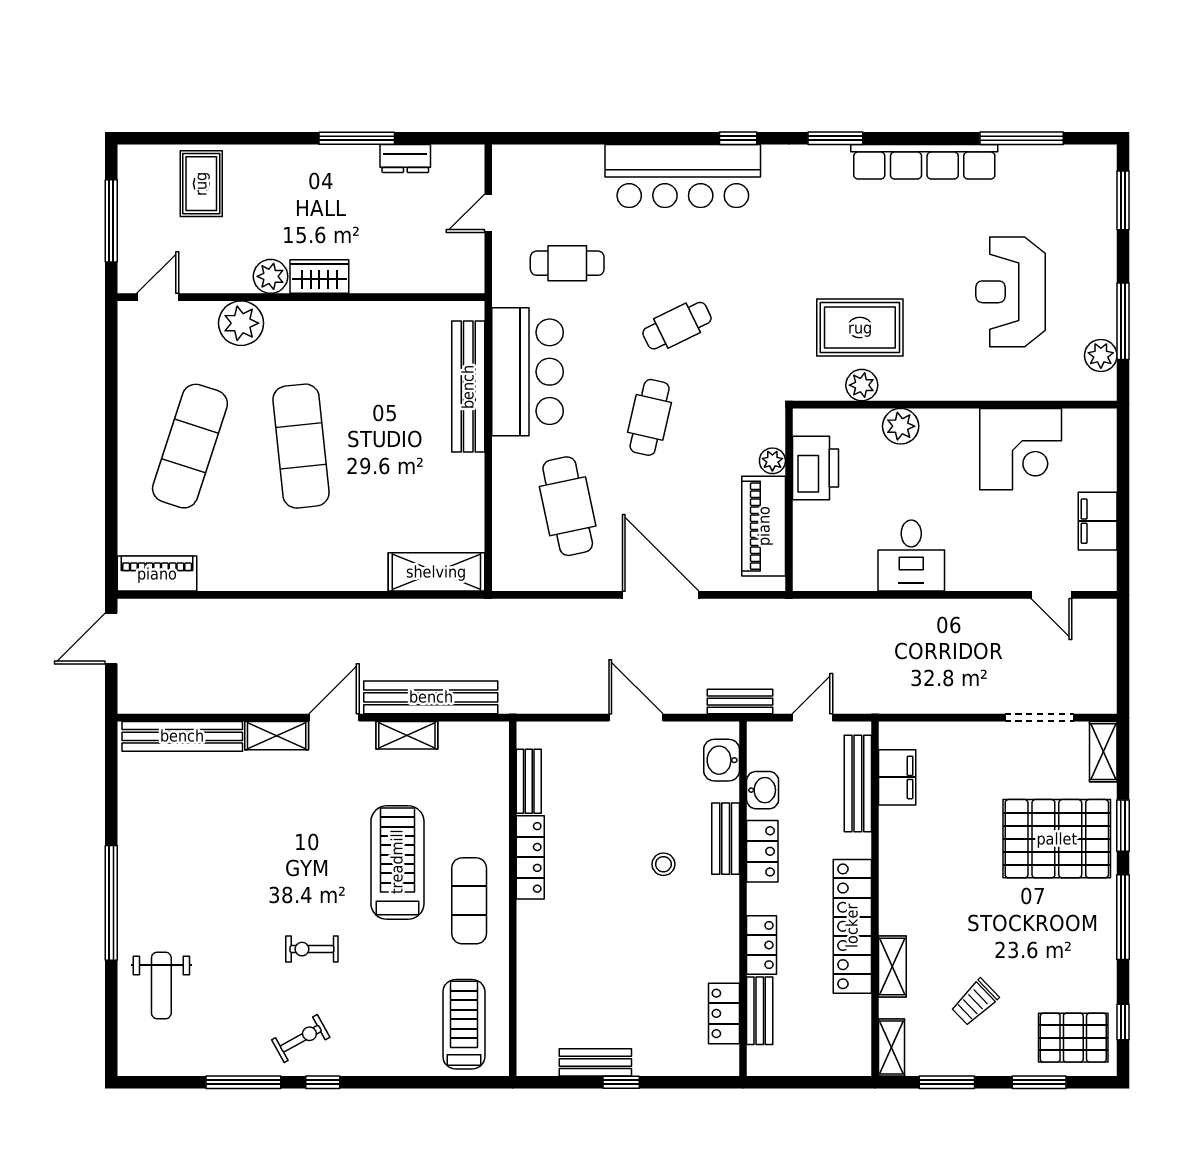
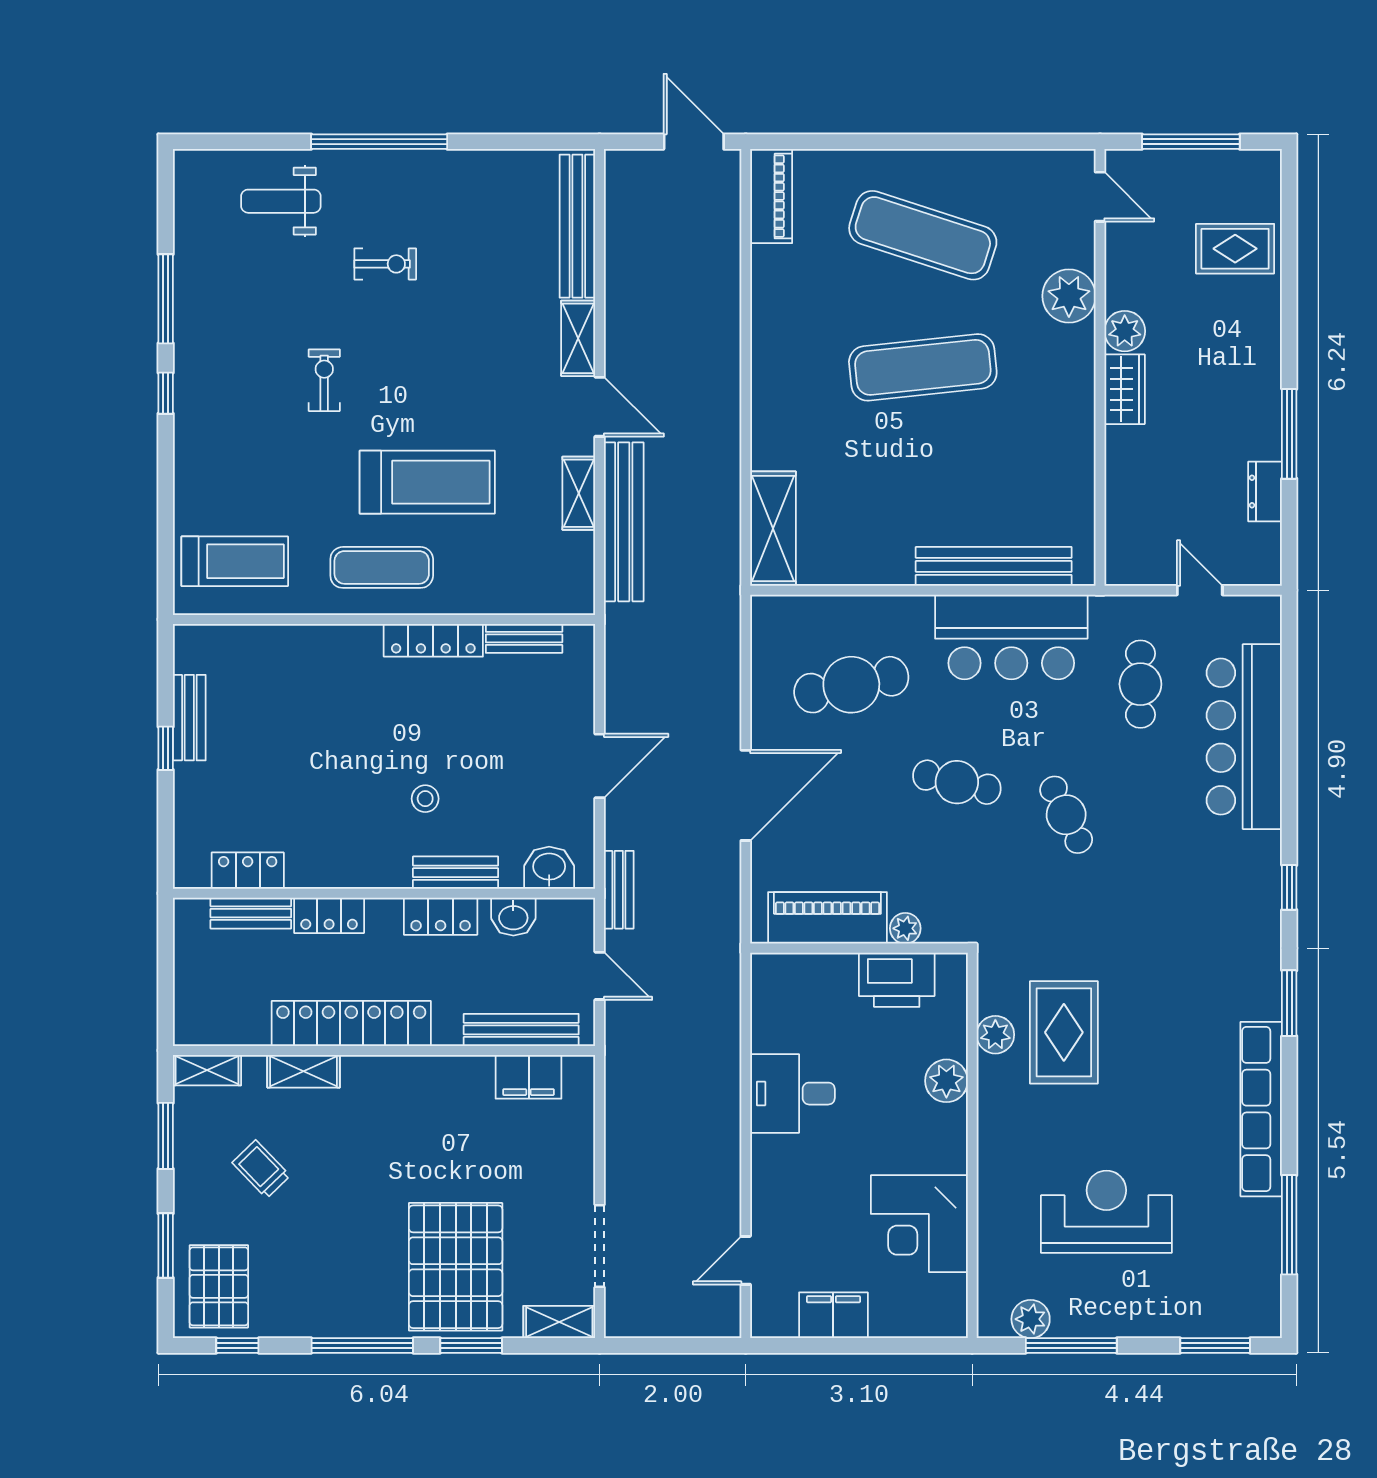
bar counter: (683, 176) -> (1244, 737), moved
exercise bike: (301, 1039) -> (385, 264), moved, turned -61

